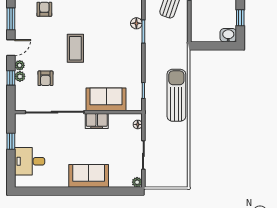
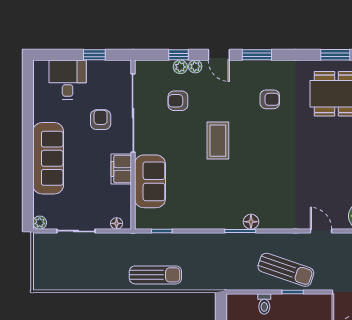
toilet: (198, 13) -> (264, 304), added
coffee table: (75, 48) -> (218, 141), turned 90
sun lounger: (176, 95) -> (155, 275), width x0.73, depth x0.75
armchair: (60, 136) -> (101, 120), added
sofa: (89, 176) -> (48, 158), width x1.36

